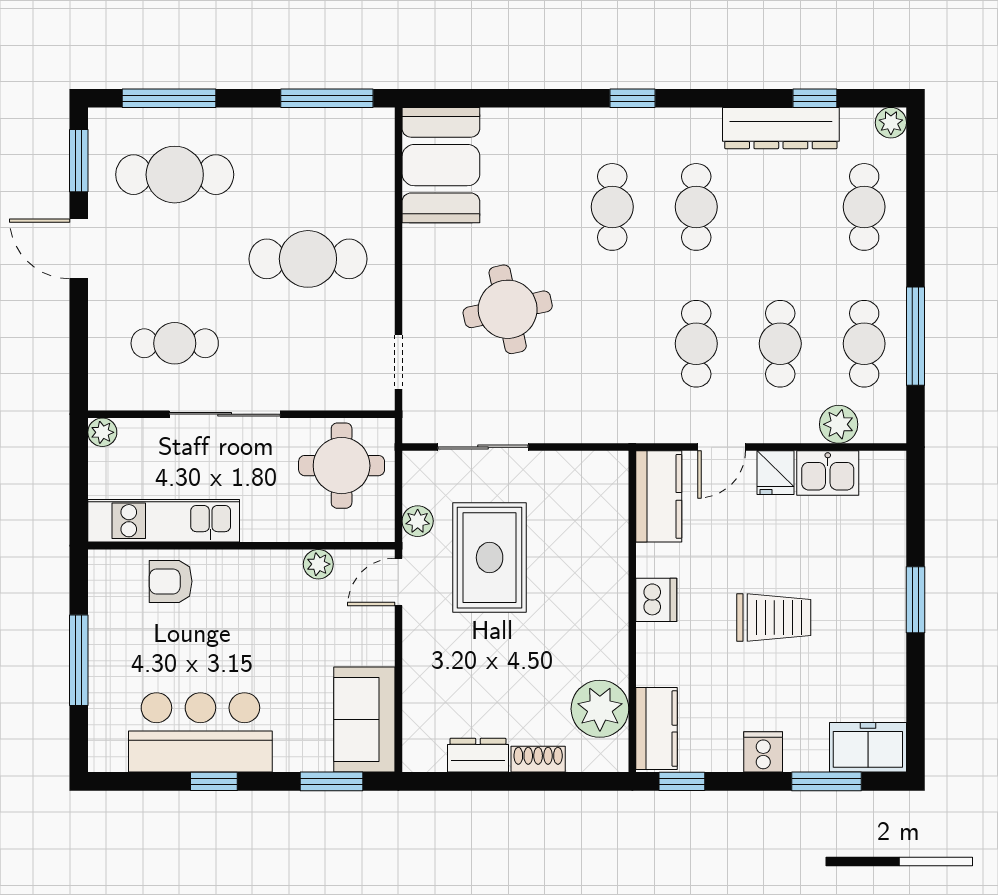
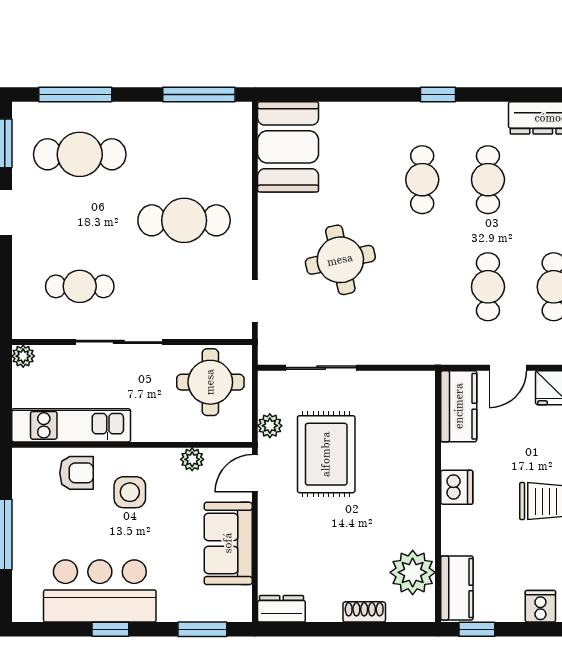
armchair: (171, 581) -> (77, 473), turned 180
side table: (239, 606) -> (130, 492), added
sofa: (364, 720) -> (228, 543), moved
dresser: (478, 755) -> (281, 609), moved

